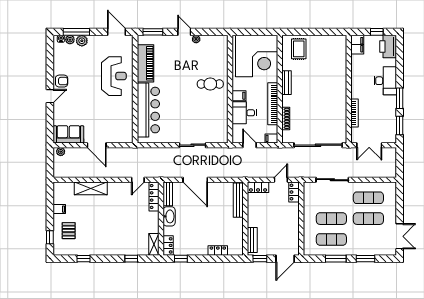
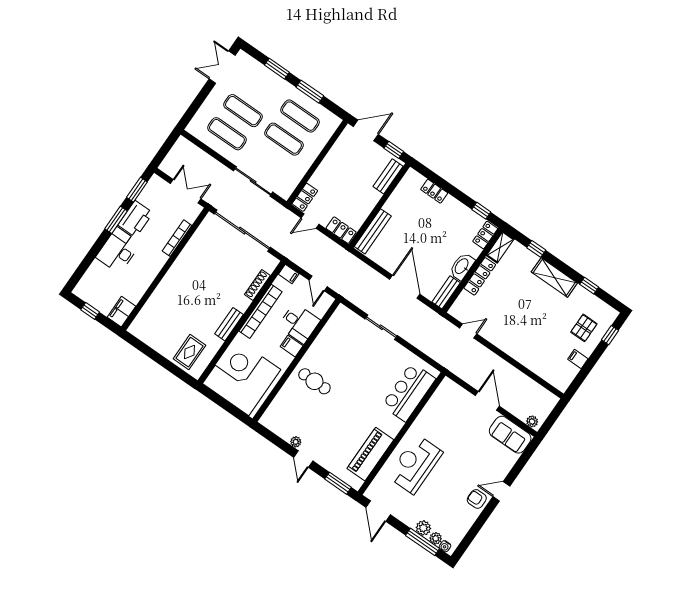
printer: (388, 47) -> (135, 219), moved
bar counter: (148, 110) -> (409, 392), width x0.73
shelving: (91, 188) -> (554, 277), moved
locker: (154, 196) -> (480, 276), moved

